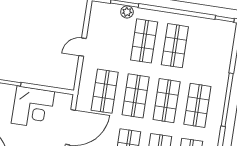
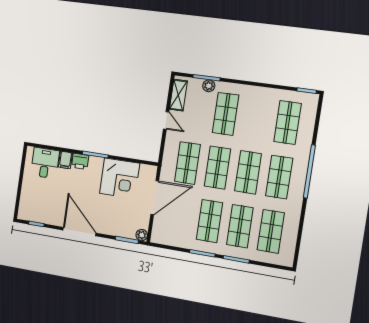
shelving: (96, 21) -> (178, 95), added
shop shelf: (175, 46) -> (288, 123), moved
door: (83, 47) -> (166, 121), swing flipped

